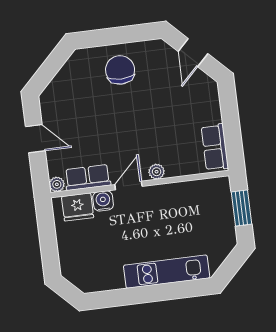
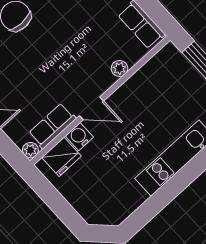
plant: (157, 172) -> (119, 68), moved
door: (128, 186) -> (91, 108), swing flipped

